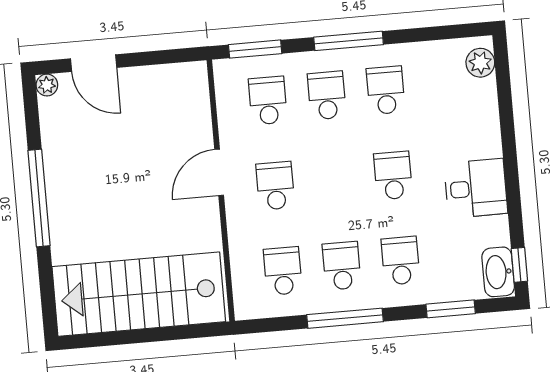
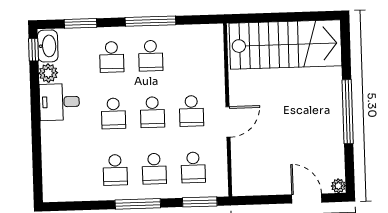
plant: (480, 63) -> (48, 73), moved
school desk: (283, 271) -> (152, 112), moved

